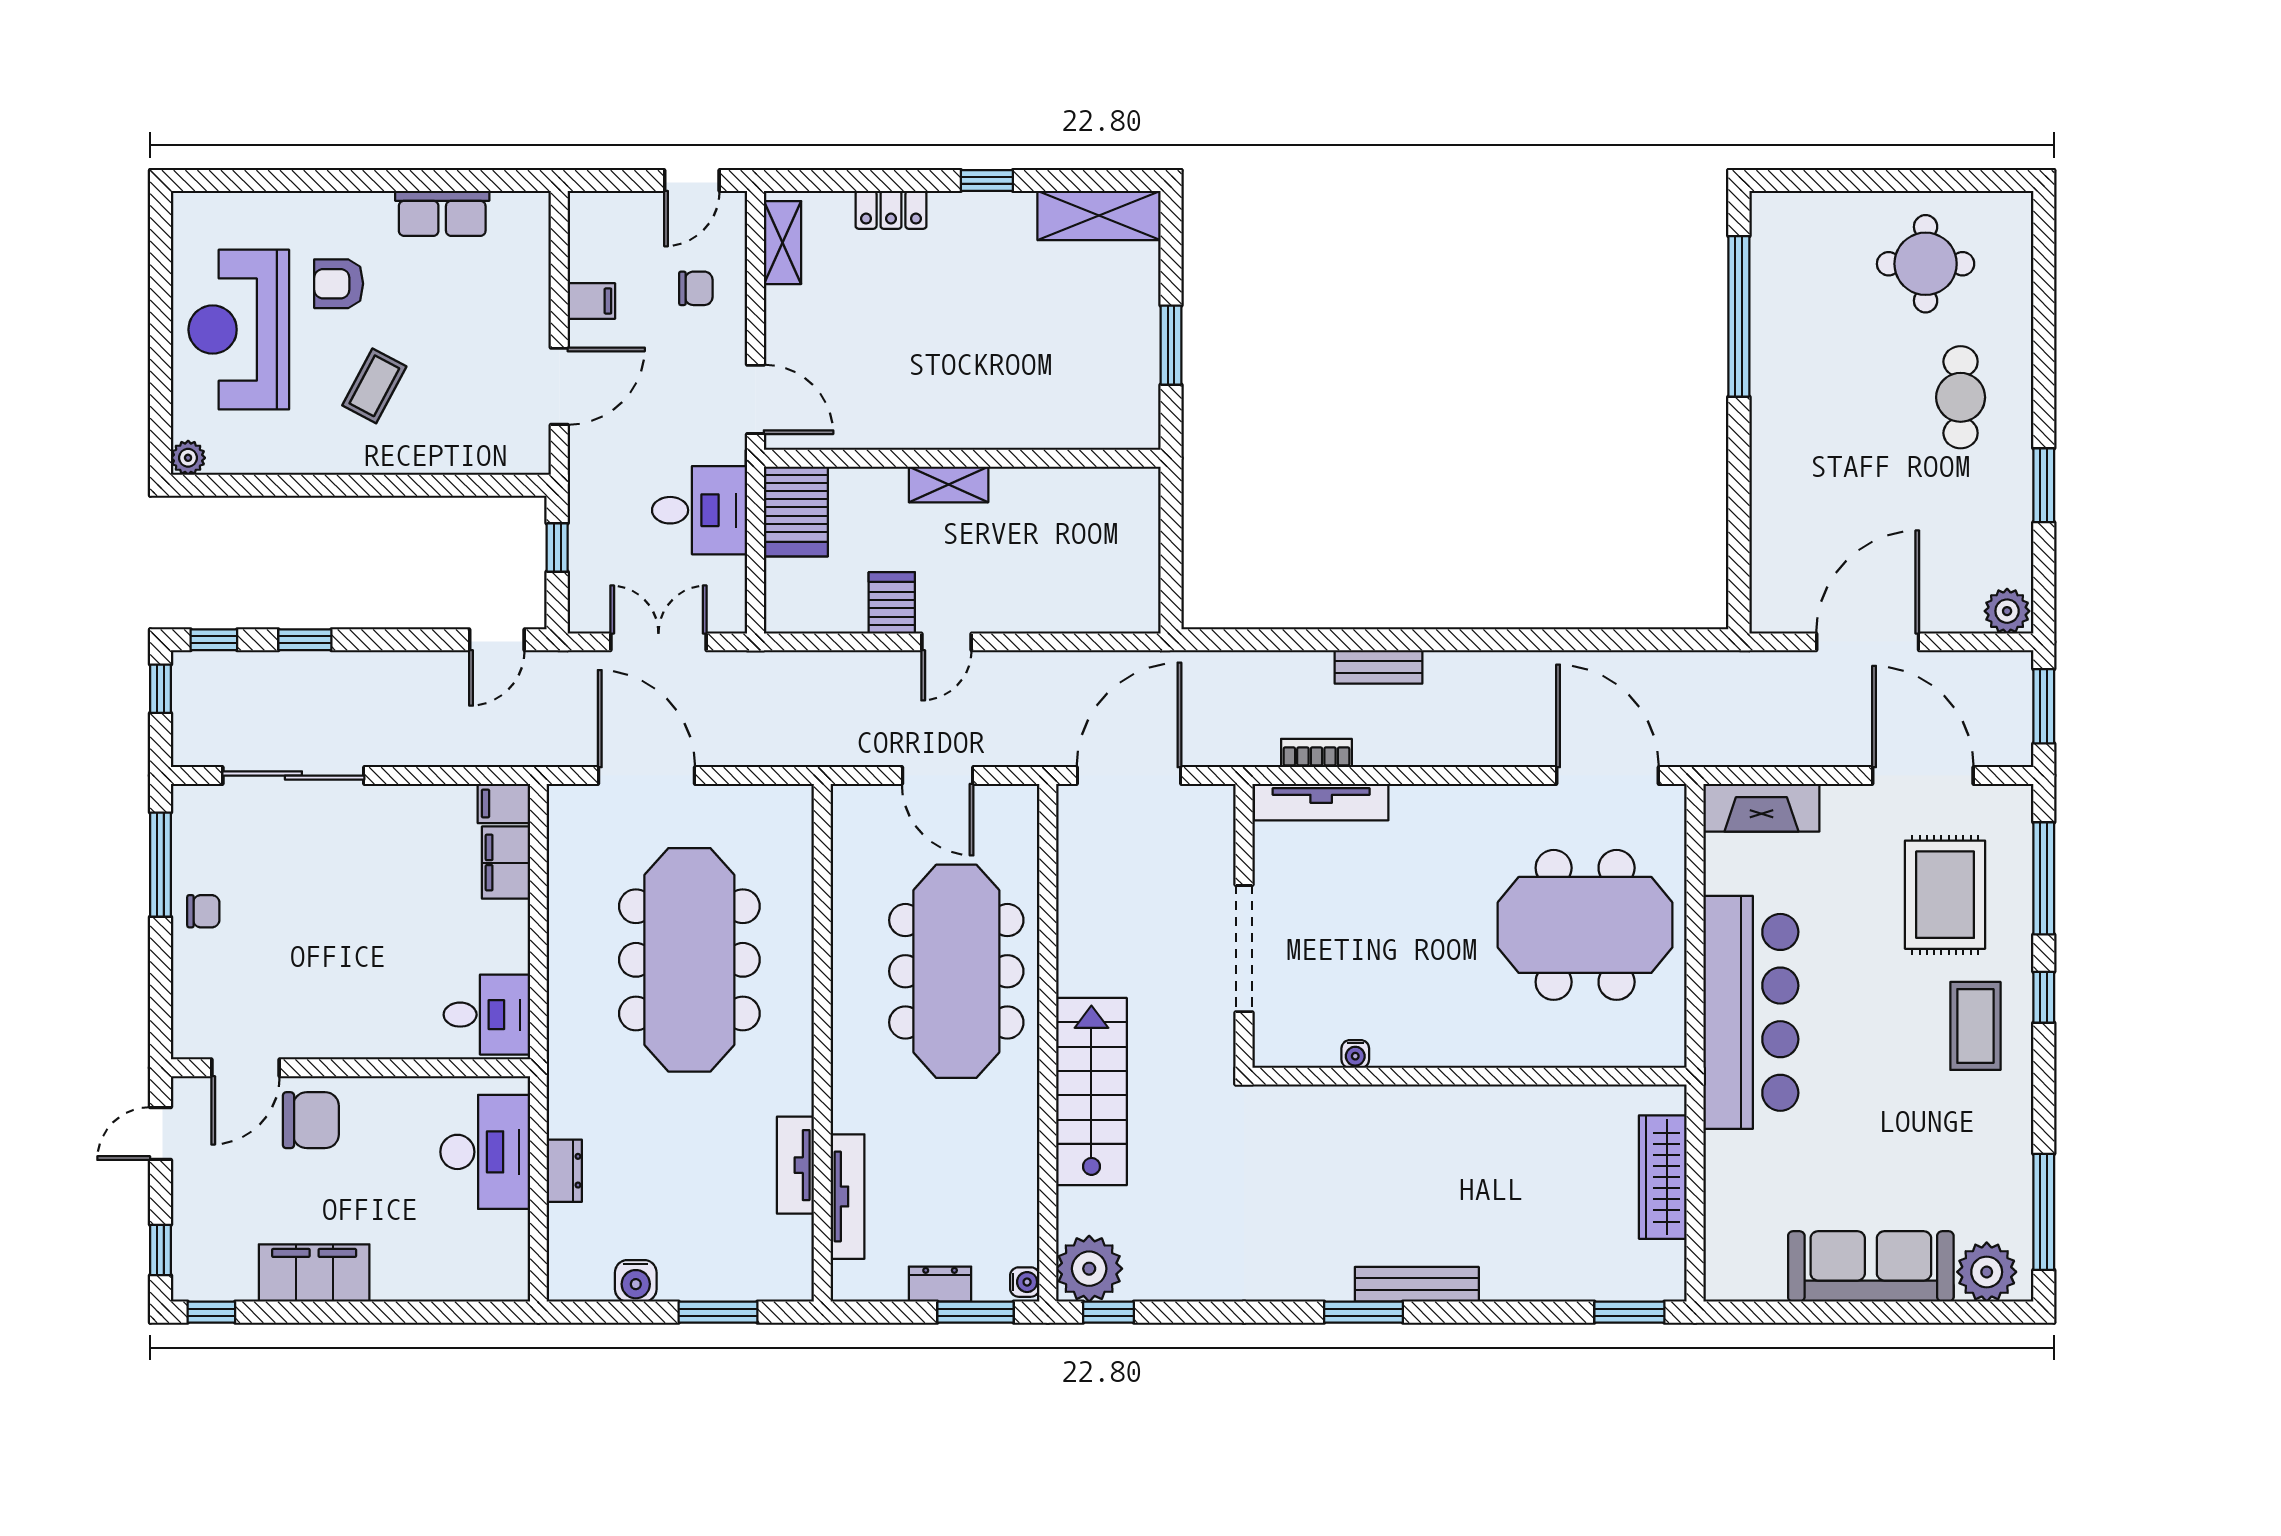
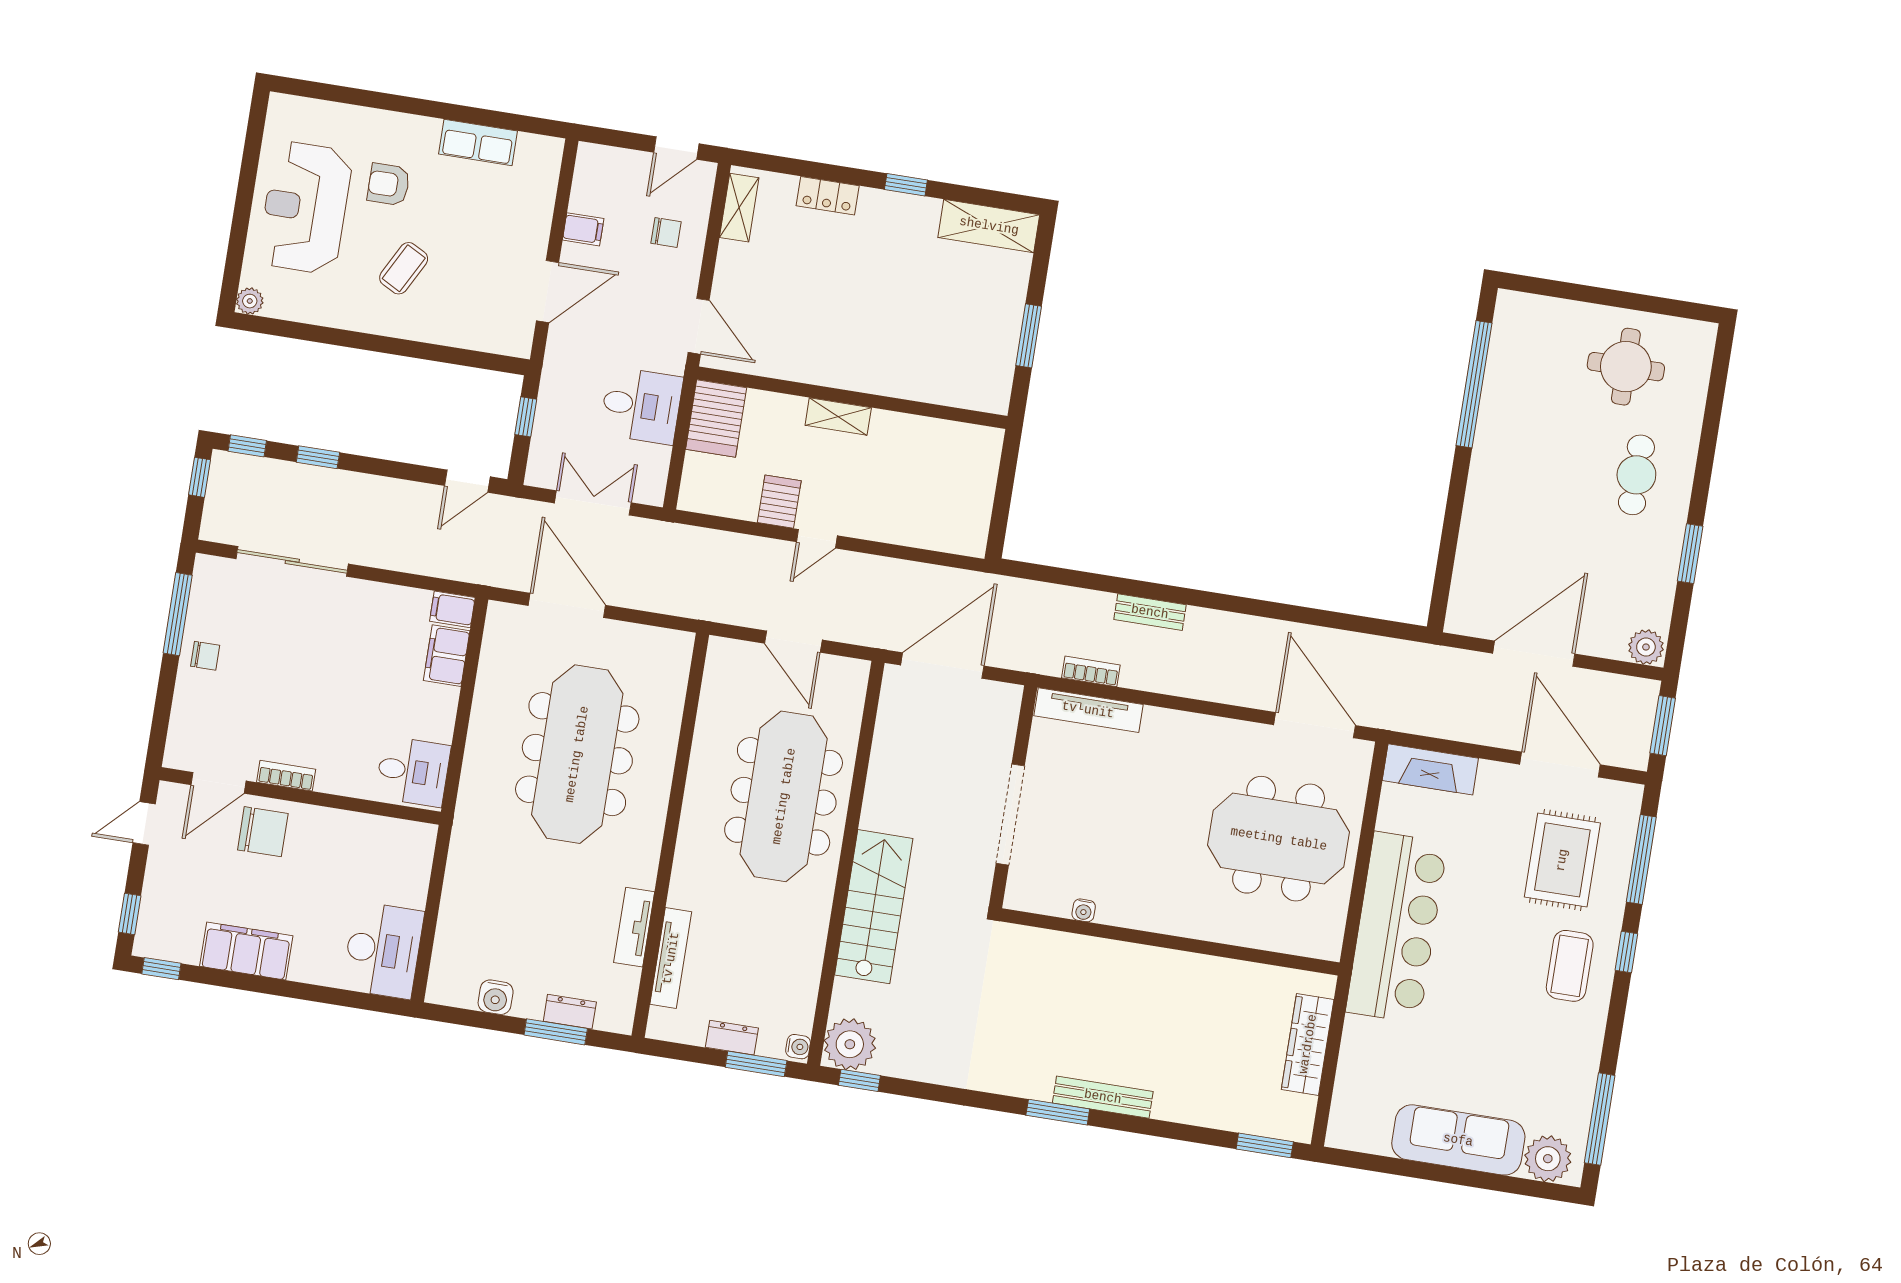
bookcase: (329, 1045) -> (286, 776), added
desk: (485, 1152) -> (383, 950), moved
dresser: (564, 1171) -> (570, 1012), moved, turned -90

